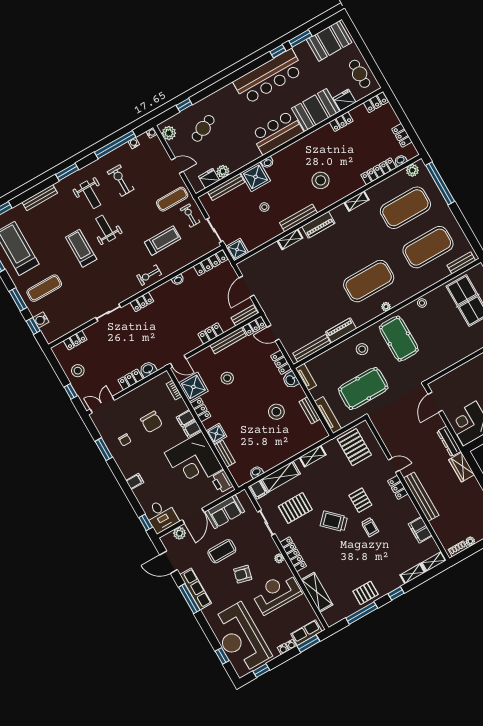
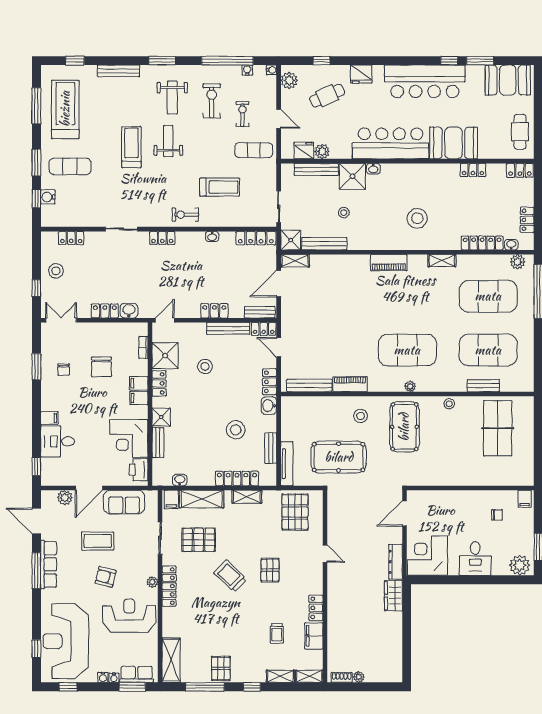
fridge: (345, 100) -> (361, 74), moved, turned 180
bar counter: (277, 132) -> (390, 143), width x1.36
exercise bike: (190, 216) -> (242, 114), moved
bench: (299, 218) -> (324, 244), moved
shelving: (290, 239) -> (295, 261), moved
bench: (461, 263) -> (483, 386), moved
door: (178, 361) -> (165, 320), swing flipped
tv unit: (306, 377) -> (287, 411), removed
locker: (298, 447) -> (237, 478), added
corner desk: (194, 461) -> (129, 438), width x0.74, depth x0.74
locker: (398, 487) -> (316, 608), moved
bench: (421, 497) -> (334, 602), removed
desk: (161, 516) -> (58, 441), moved, turned 90
trolley: (370, 527) -> (277, 633), moved
shelving: (317, 592) -> (171, 660), moved
pallet: (366, 593) -> (221, 668), turned 90

